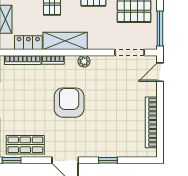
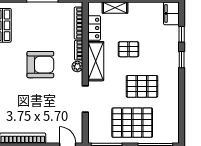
doorway: (130, 52) -> (85, 99), moved
plant: (84, 61) -> (77, 67), moved

